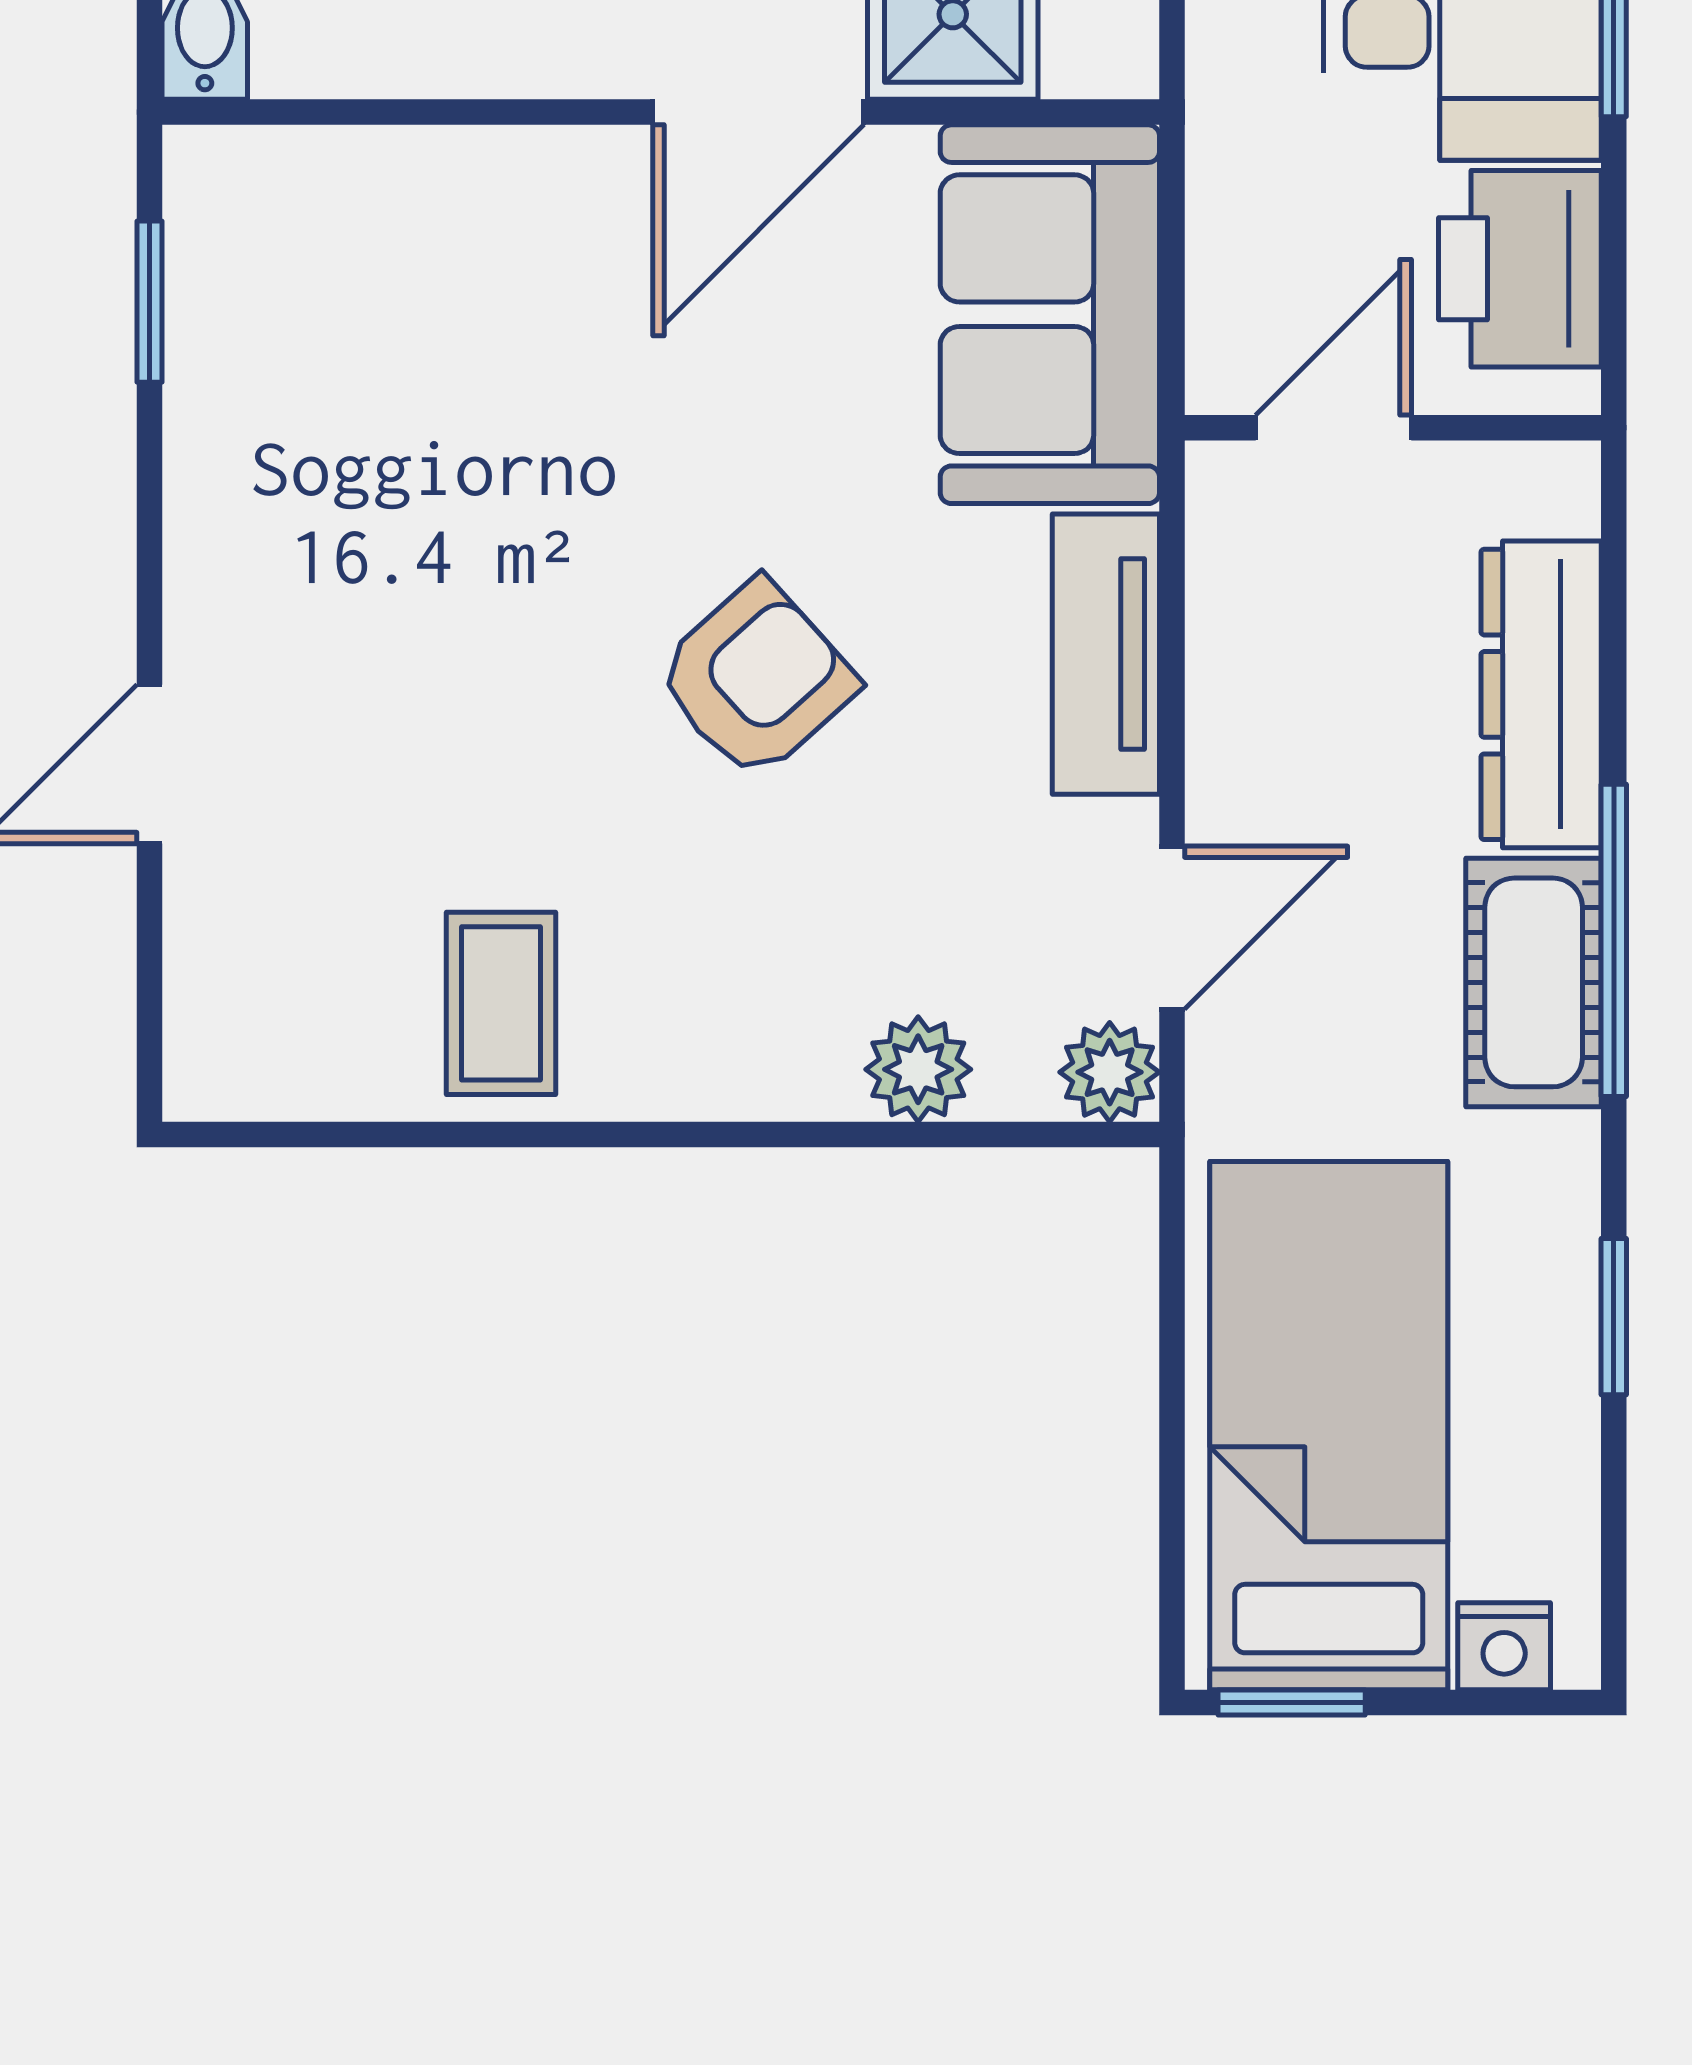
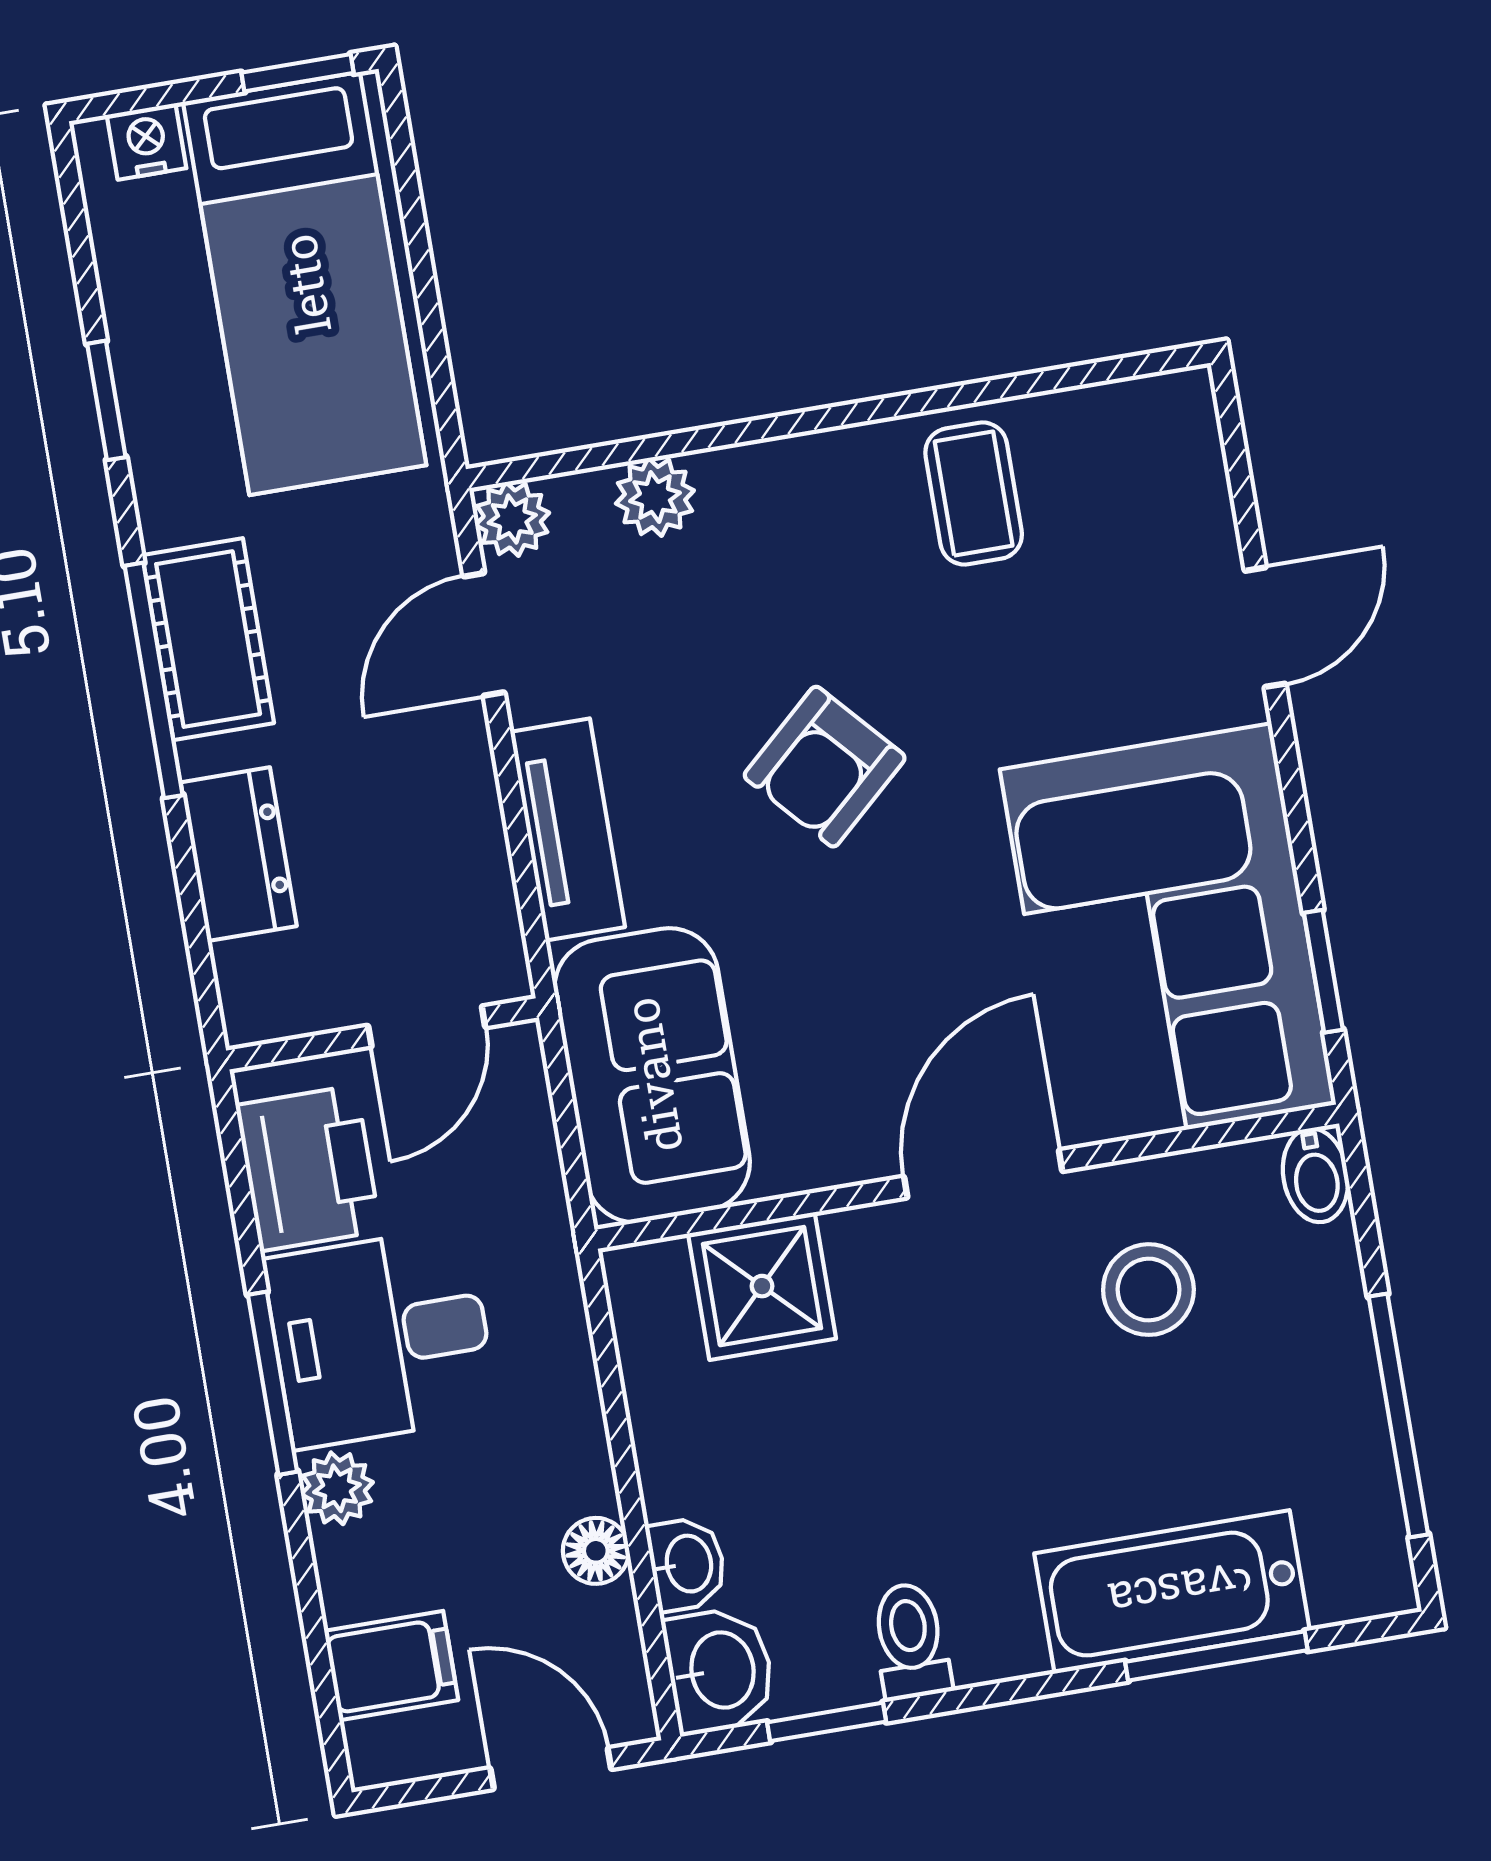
door: (758, 112) -> (983, 1174), moved
corner sofa: (345, 381) -> (1168, 937), added
dresser: (1541, 694) -> (239, 854), width x0.70

